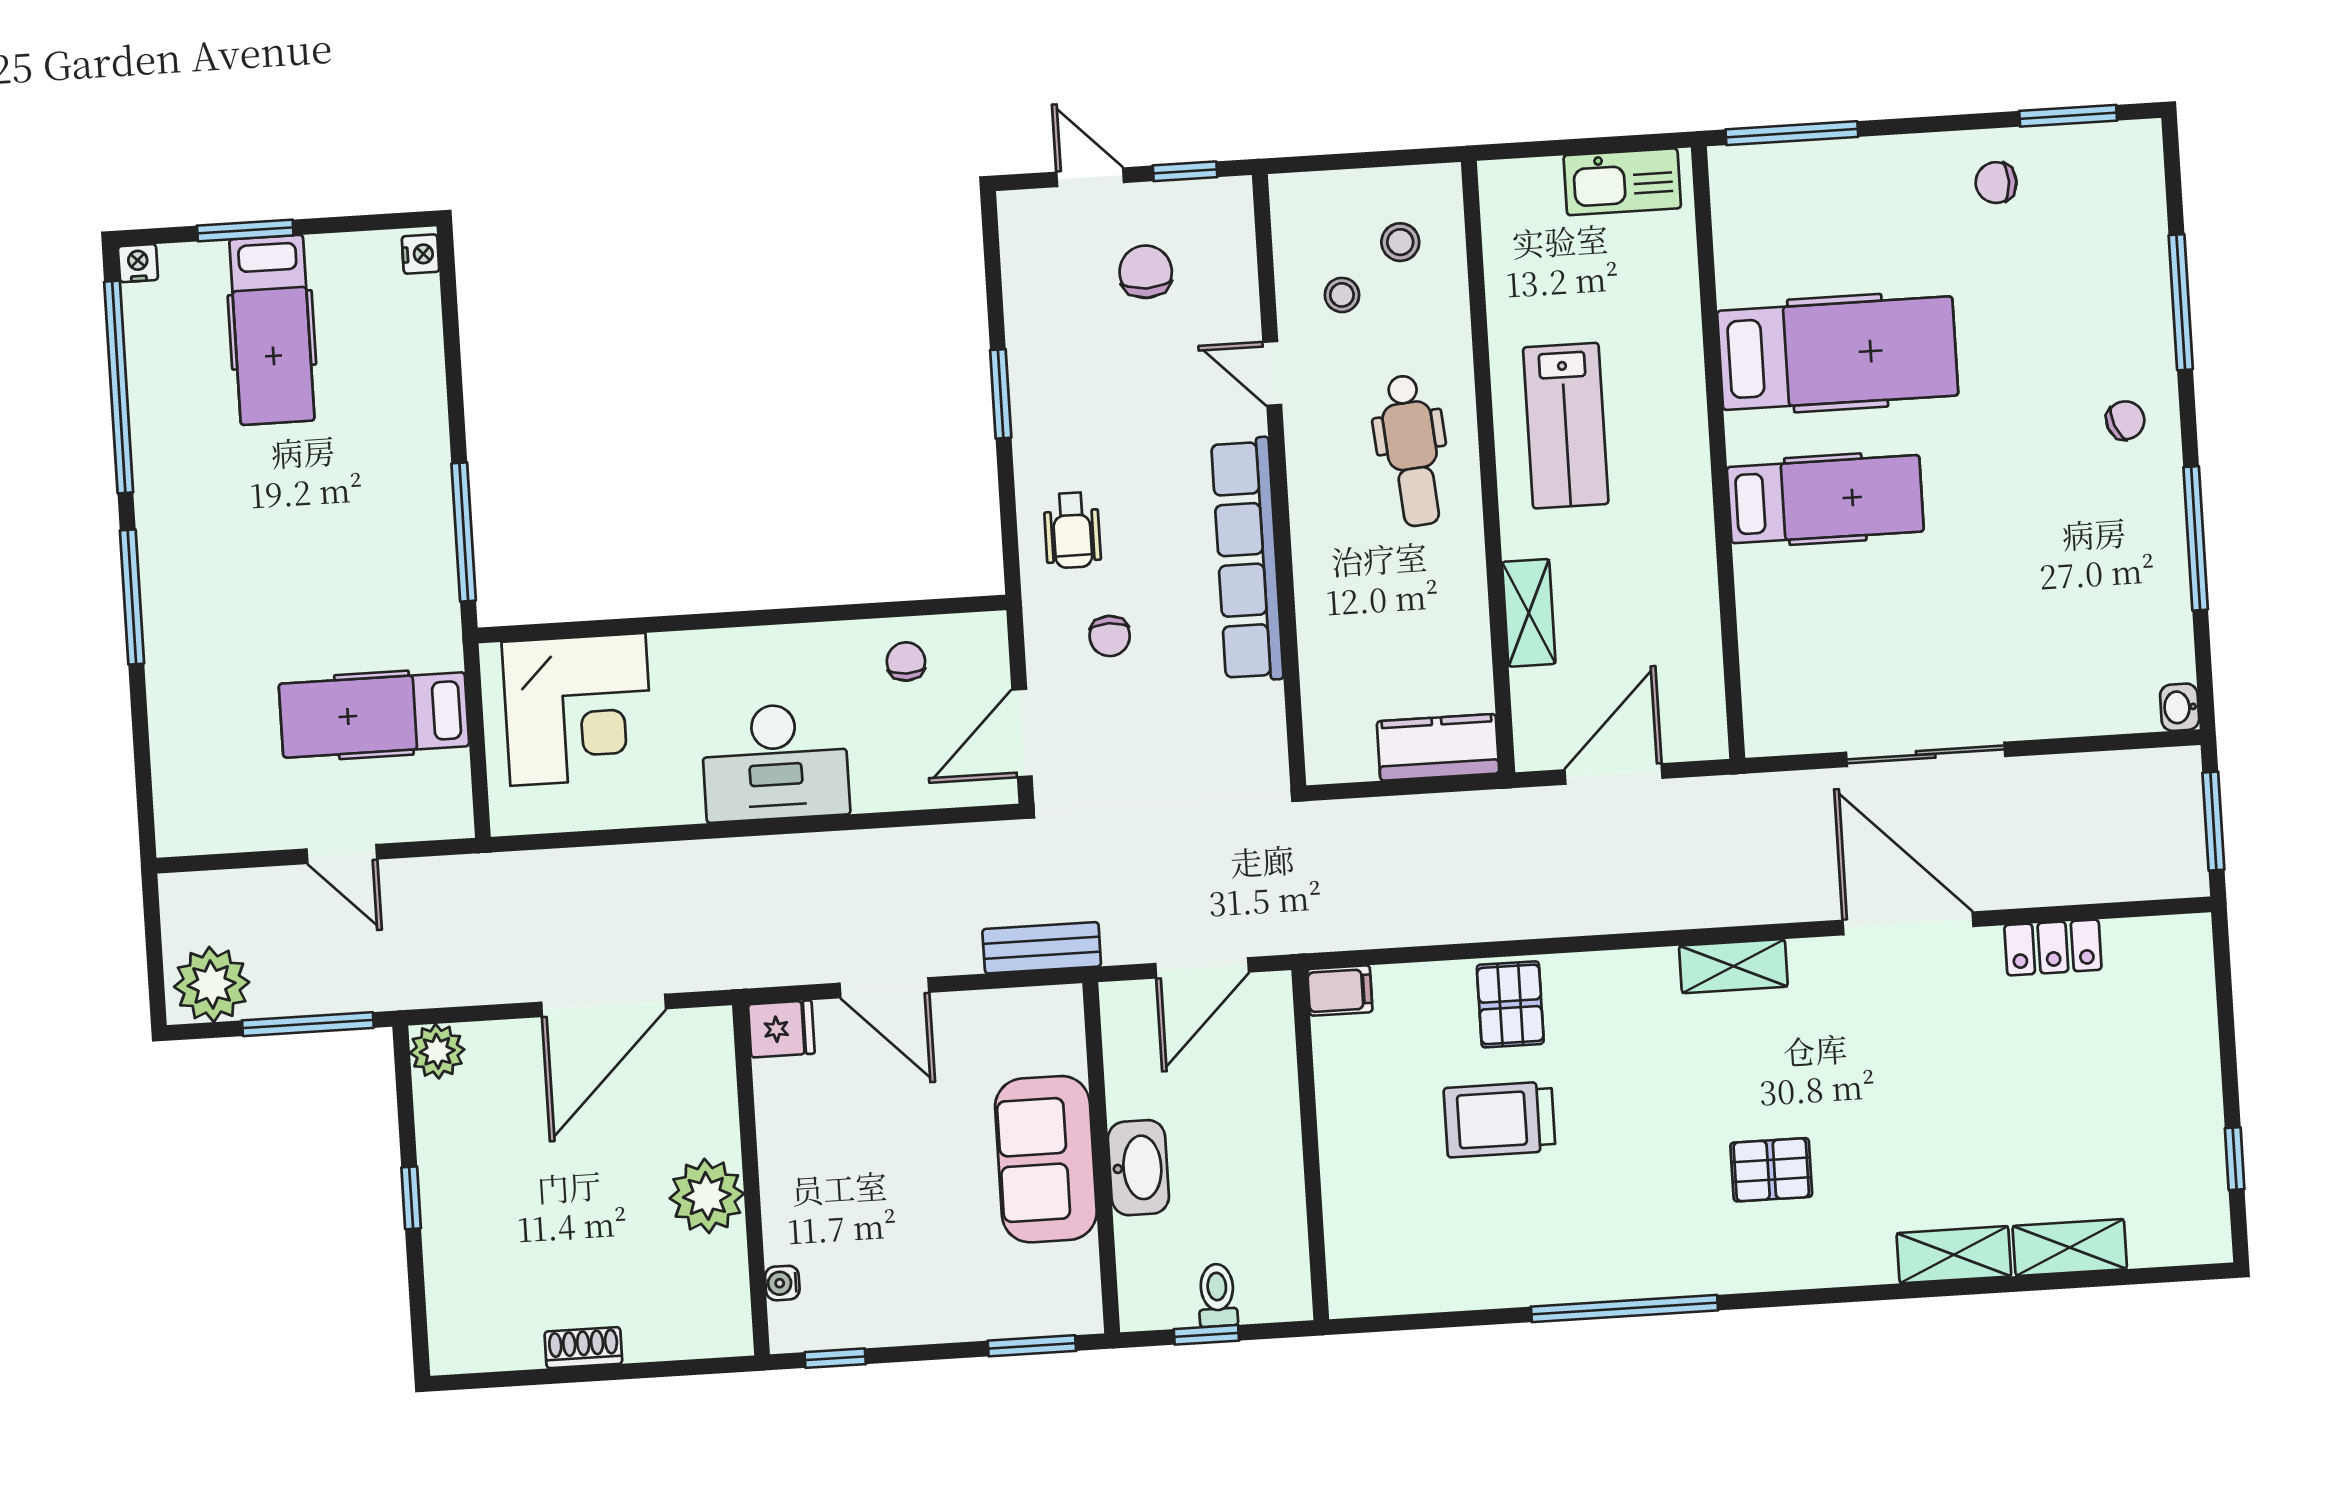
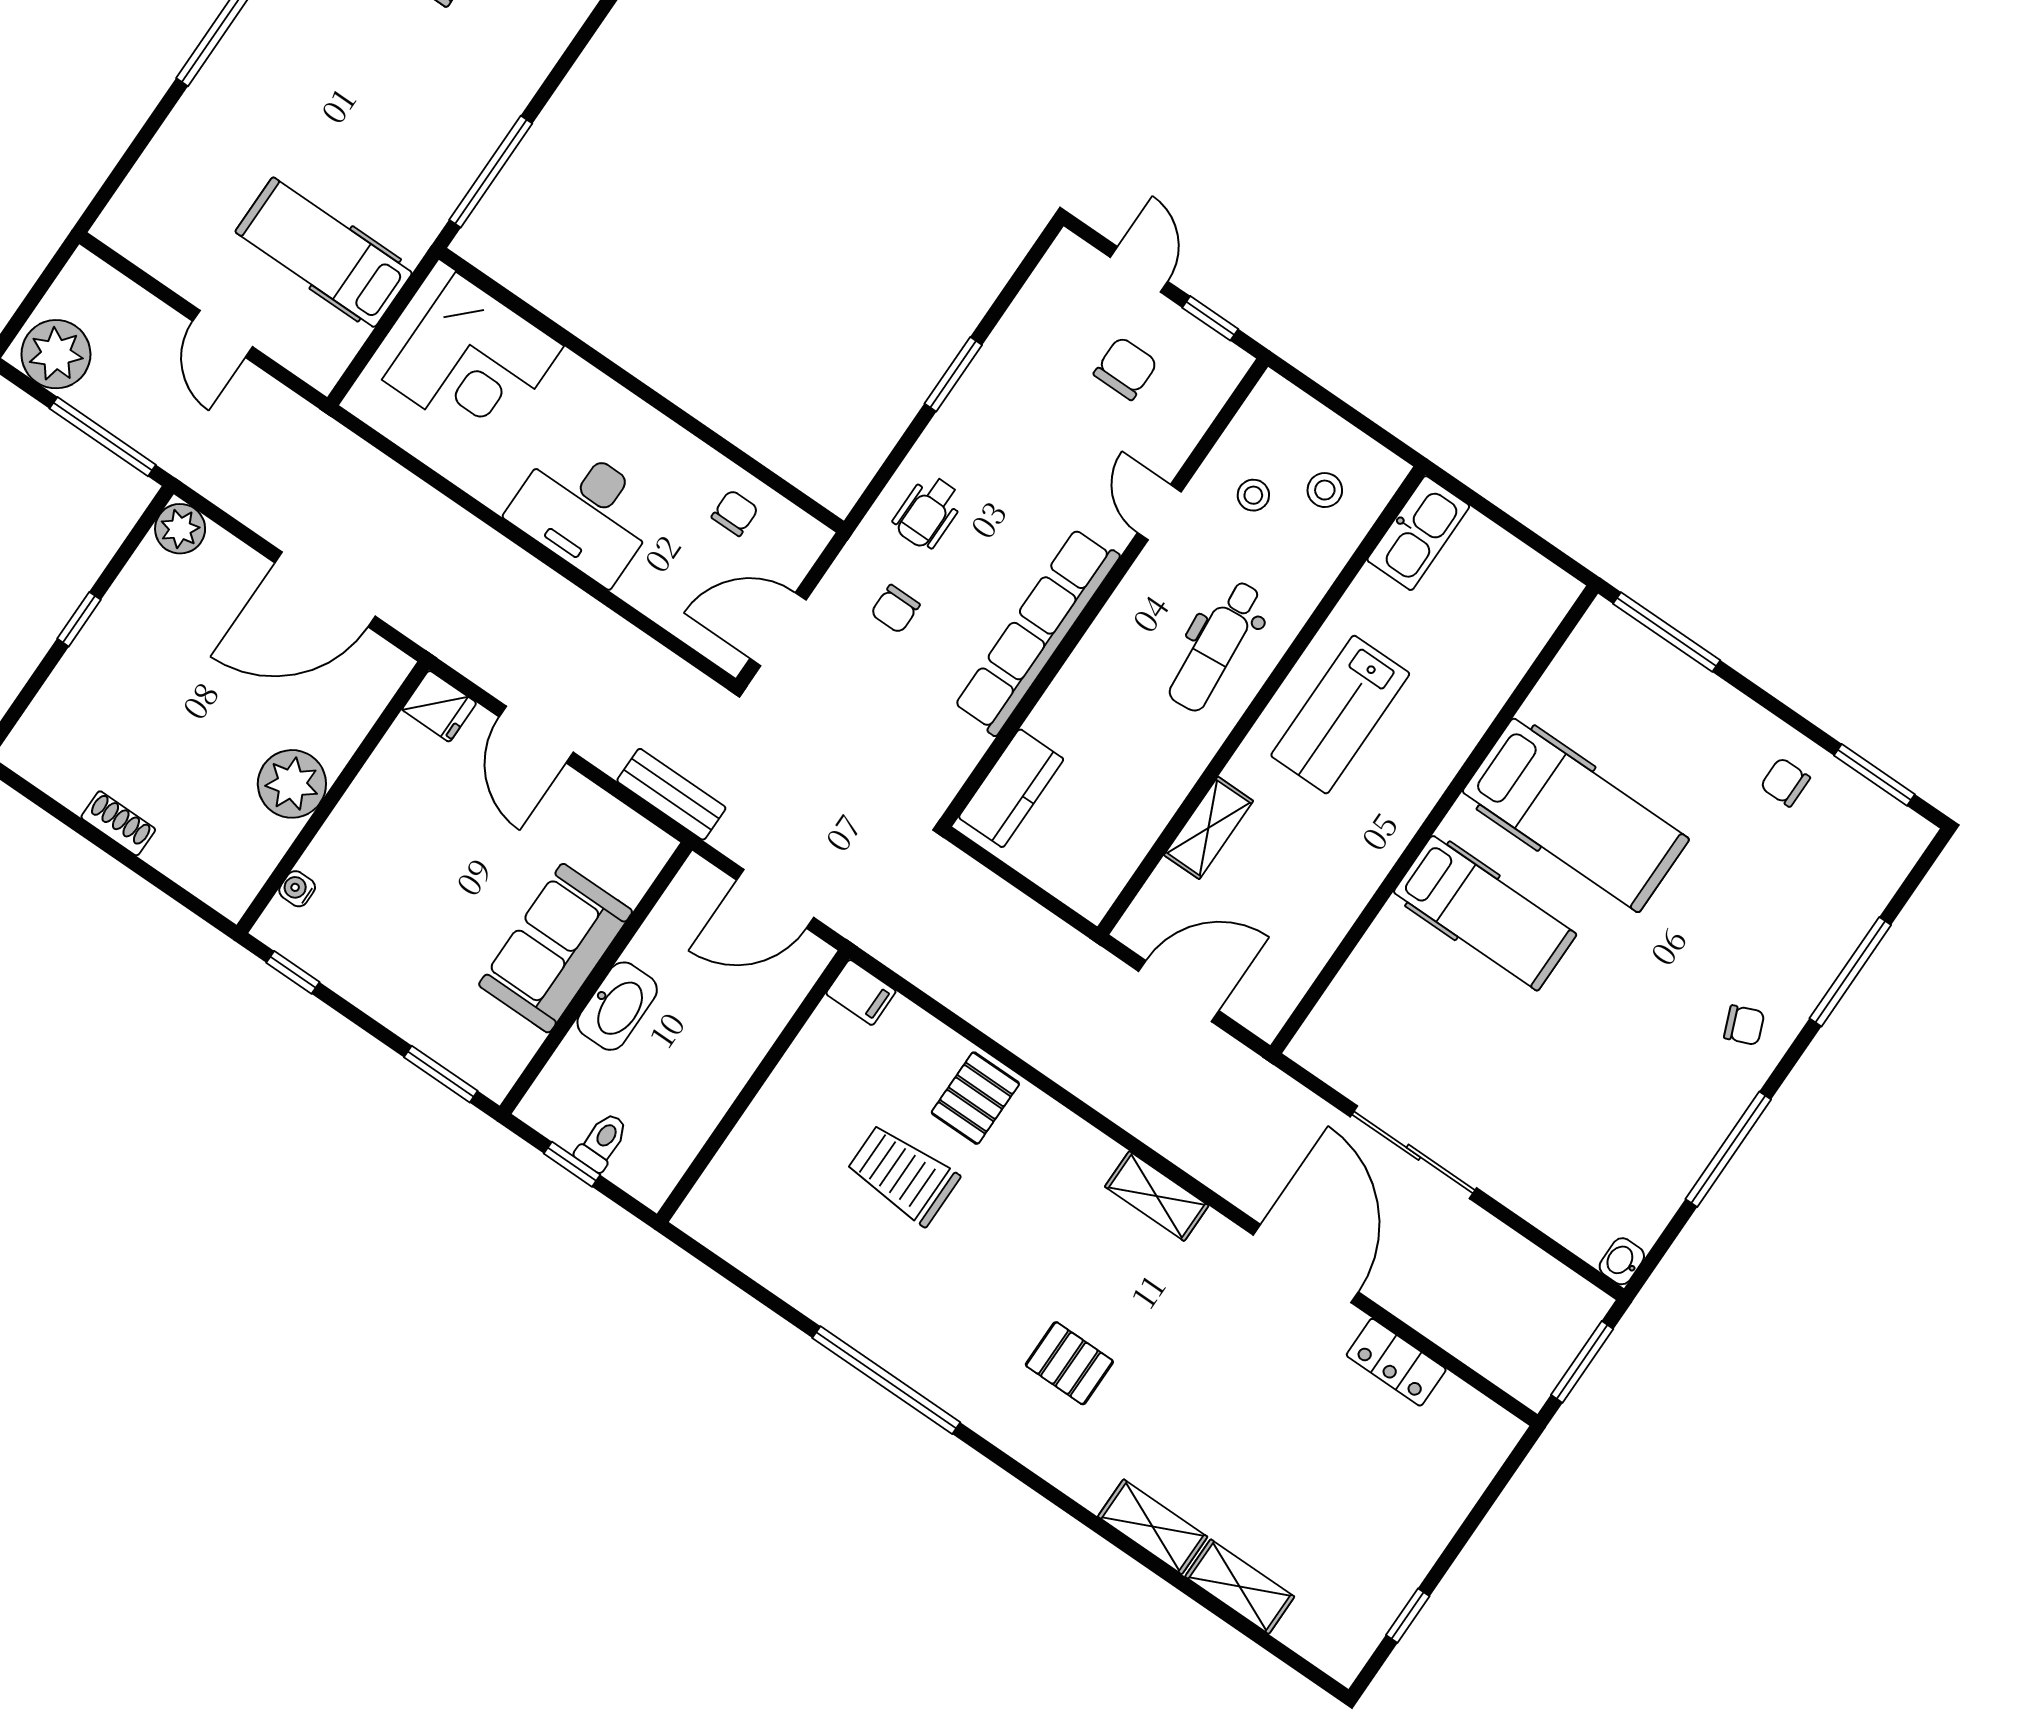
kitchen sink: (1622, 182) -> (1418, 533), moved, turned -90
kitchen counter: (1438, 747) -> (1011, 788), moved, turned 90

